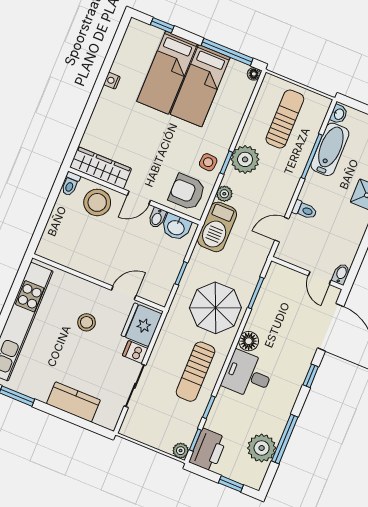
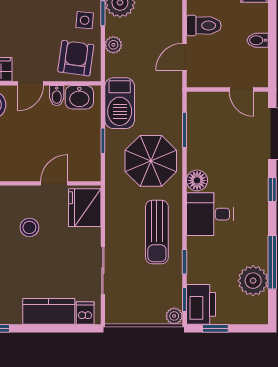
armchair: (187, 192) -> (76, 58), turned 98
toilet: (304, 210) -> (204, 26), width x1.37, depth x1.39
barbecue: (217, 227) -> (120, 103), moved
bidet: (341, 274) -> (258, 40), moved, turned -90
dishwasher: (135, 352) -> (85, 313), moved, turned 90
window: (231, 484) -> (215, 328), moved

